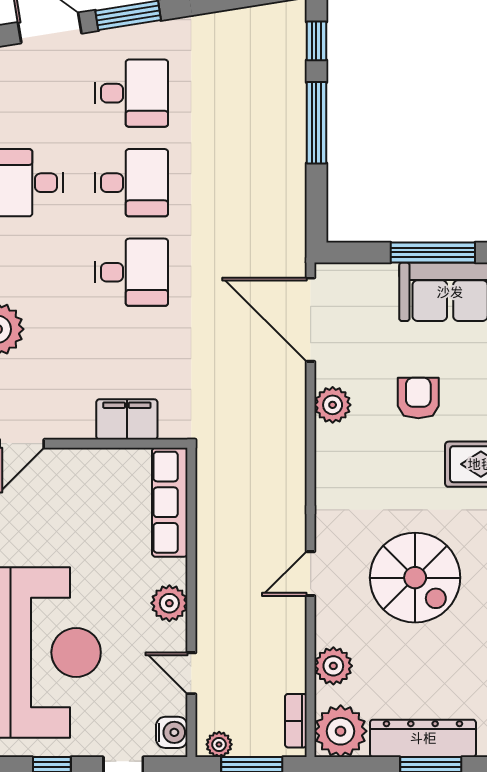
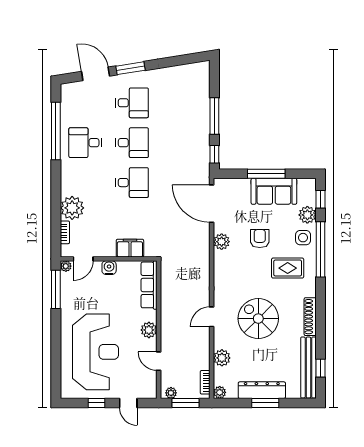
window: (316, 41) -> (214, 154), moved
spiral stairs: (415, 578) -> (258, 319), turned 180
plant: (341, 731) -> (220, 392), width x0.53, depth x0.53
water cooler: (172, 732) -> (109, 268), moved, turned -90

